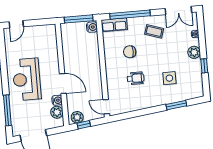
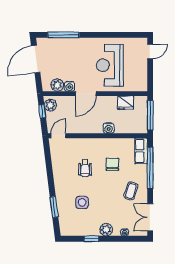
door: (16, 24) -> (150, 51), swing flipped
water cooler: (92, 27) -> (109, 128), moved
fridge: (68, 44) -> (126, 103), added
reception desk: (27, 79) -> (110, 65), moved, turned -90

